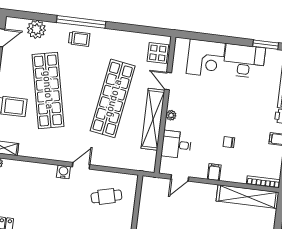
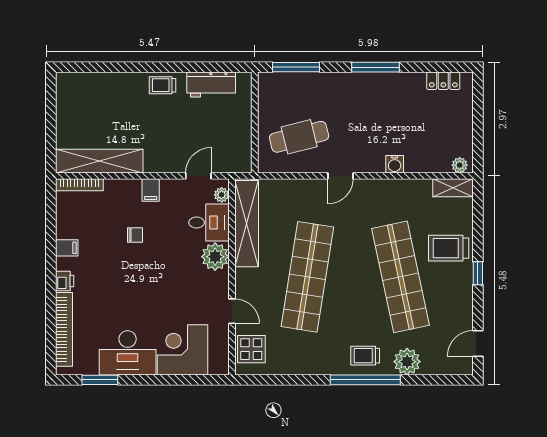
plant: (36, 29) -> (407, 362), moved
plant: (171, 115) -> (215, 257), width x1.87, depth x1.87
shelving: (153, 119) -> (247, 224), moved
plant: (165, 163) -> (222, 195), added
water cooler: (63, 172) -> (395, 164), moved
cafe table: (106, 196) -> (299, 137), width x1.37, depth x1.35

